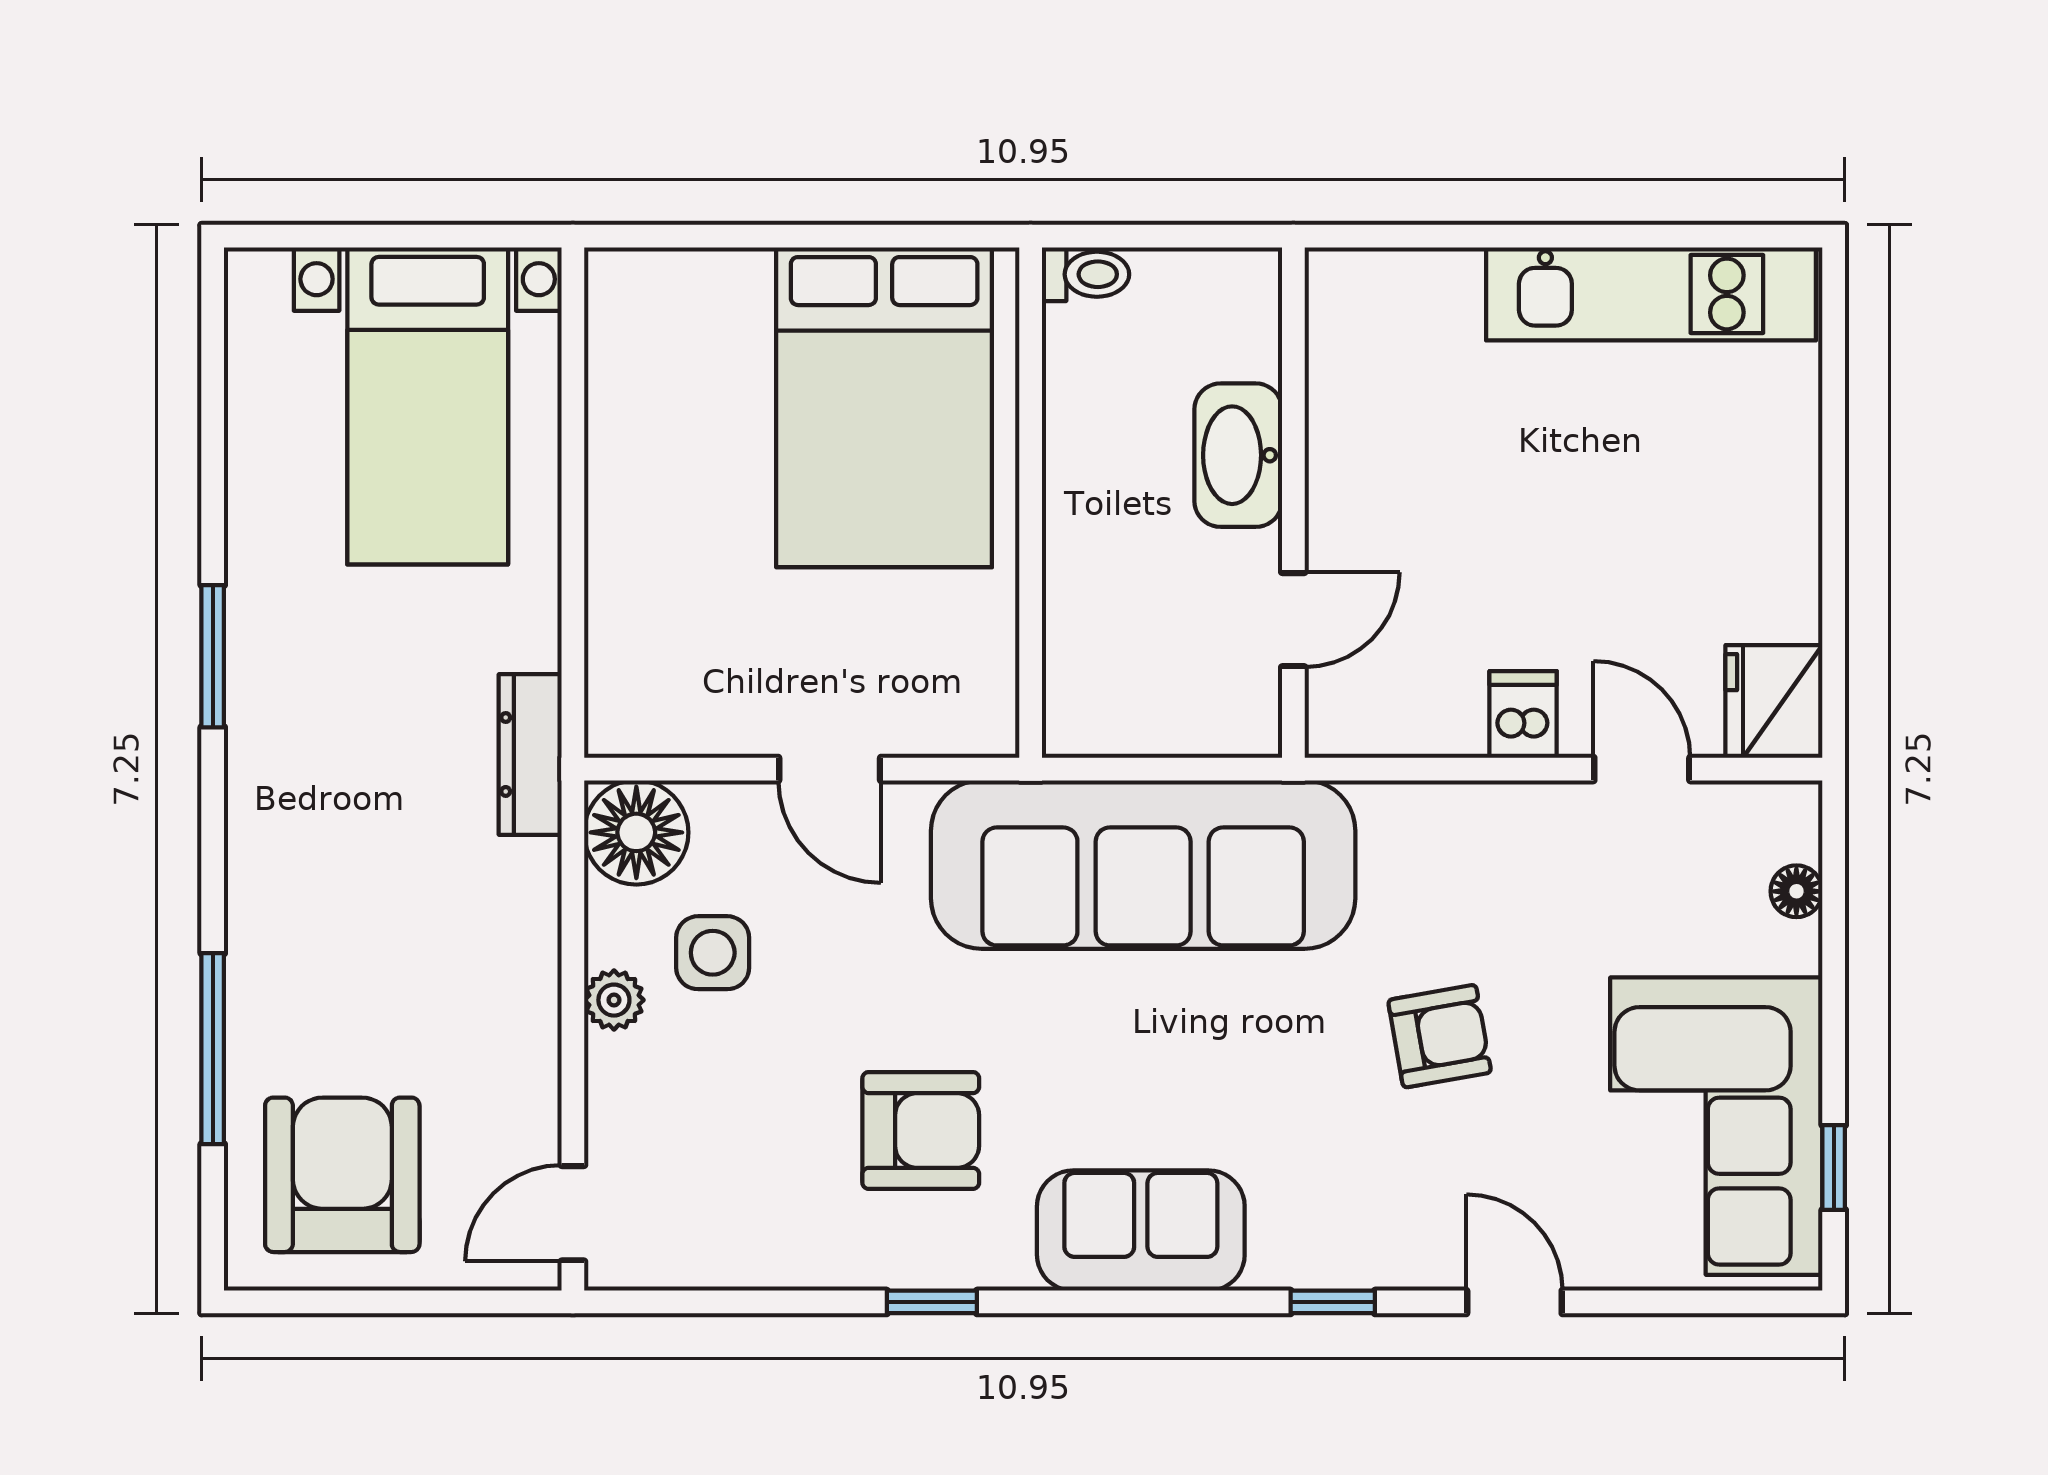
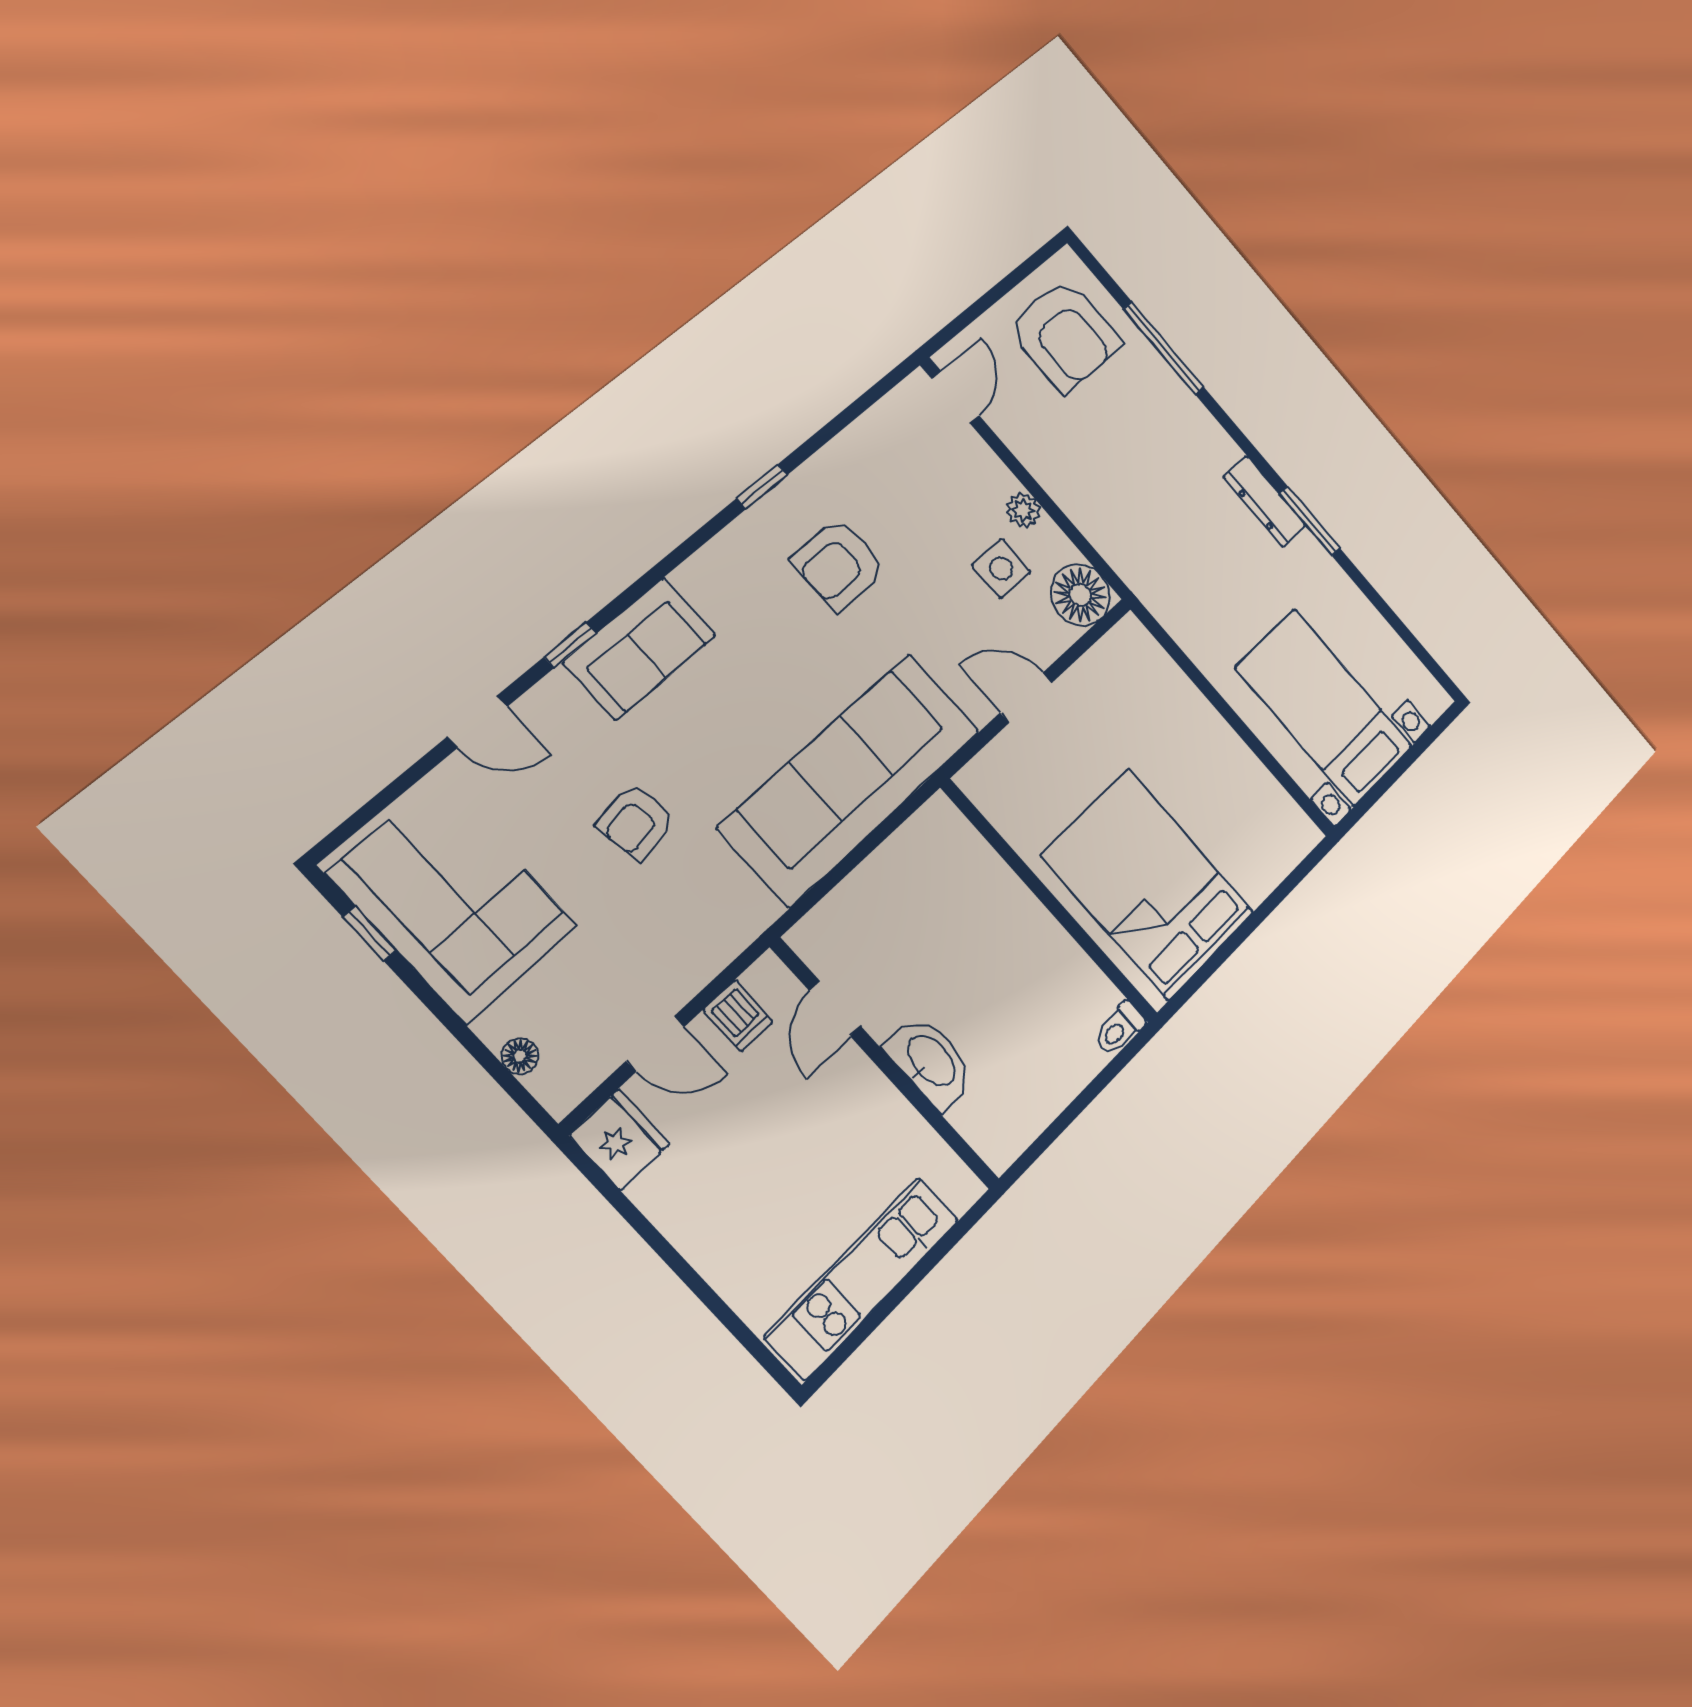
washbasin: (1238, 455) -> (930, 1062), moved
wall: (1293, 503) -> (885, 1064), moved
door: (1293, 620) -> (835, 1008), moved
dresser: (530, 754) -> (1265, 501), moved, turned 180
sofa: (1141, 1231) -> (640, 649), moved

